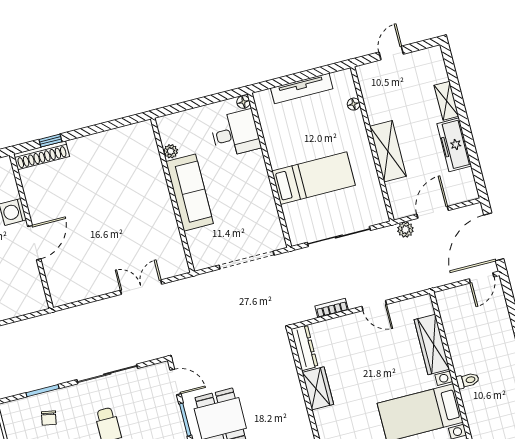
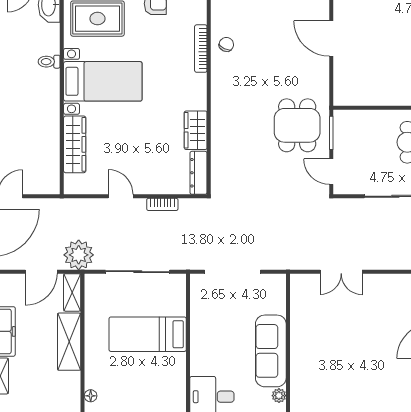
shelving: (397, 200) -> (72, 292), added
plant: (405, 230) -> (79, 255), width x1.88, depth x1.88
toilet: (468, 380) -> (49, 62), moved

